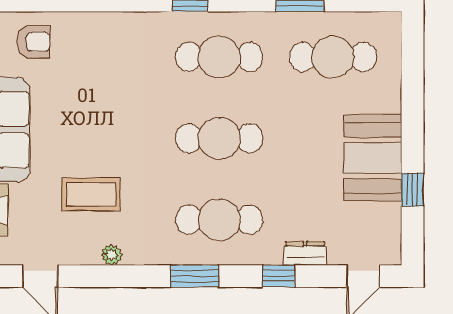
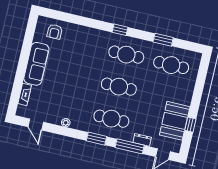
armchair: (34, 42) -> (55, 32), turned 90
booth: (373, 158) -> (175, 121), moved
coffee table: (91, 194) -> (63, 97), removed
window: (279, 276) -> (130, 146), width x2.17

